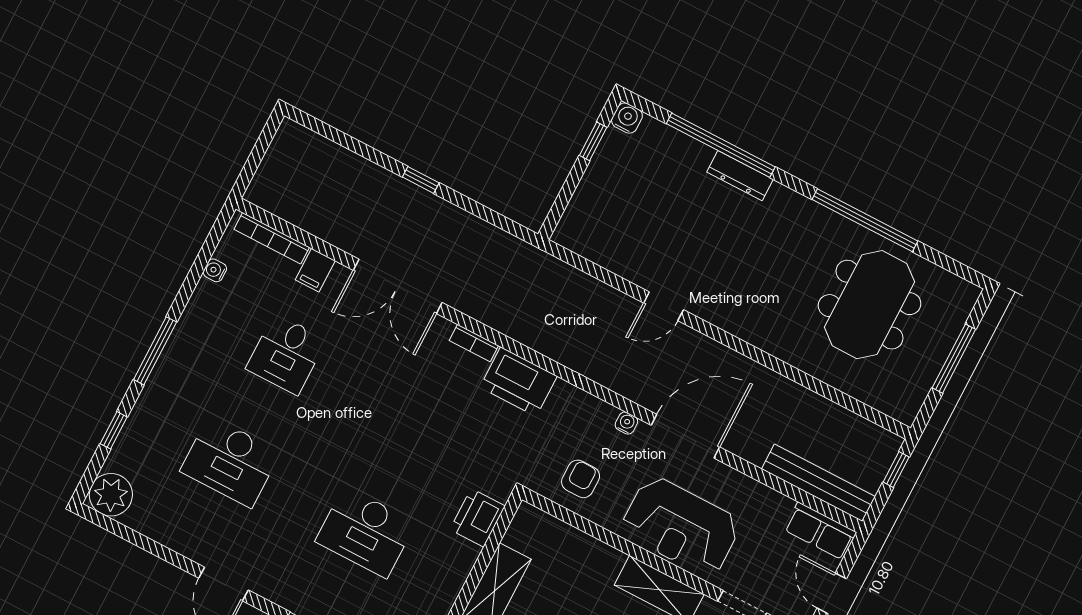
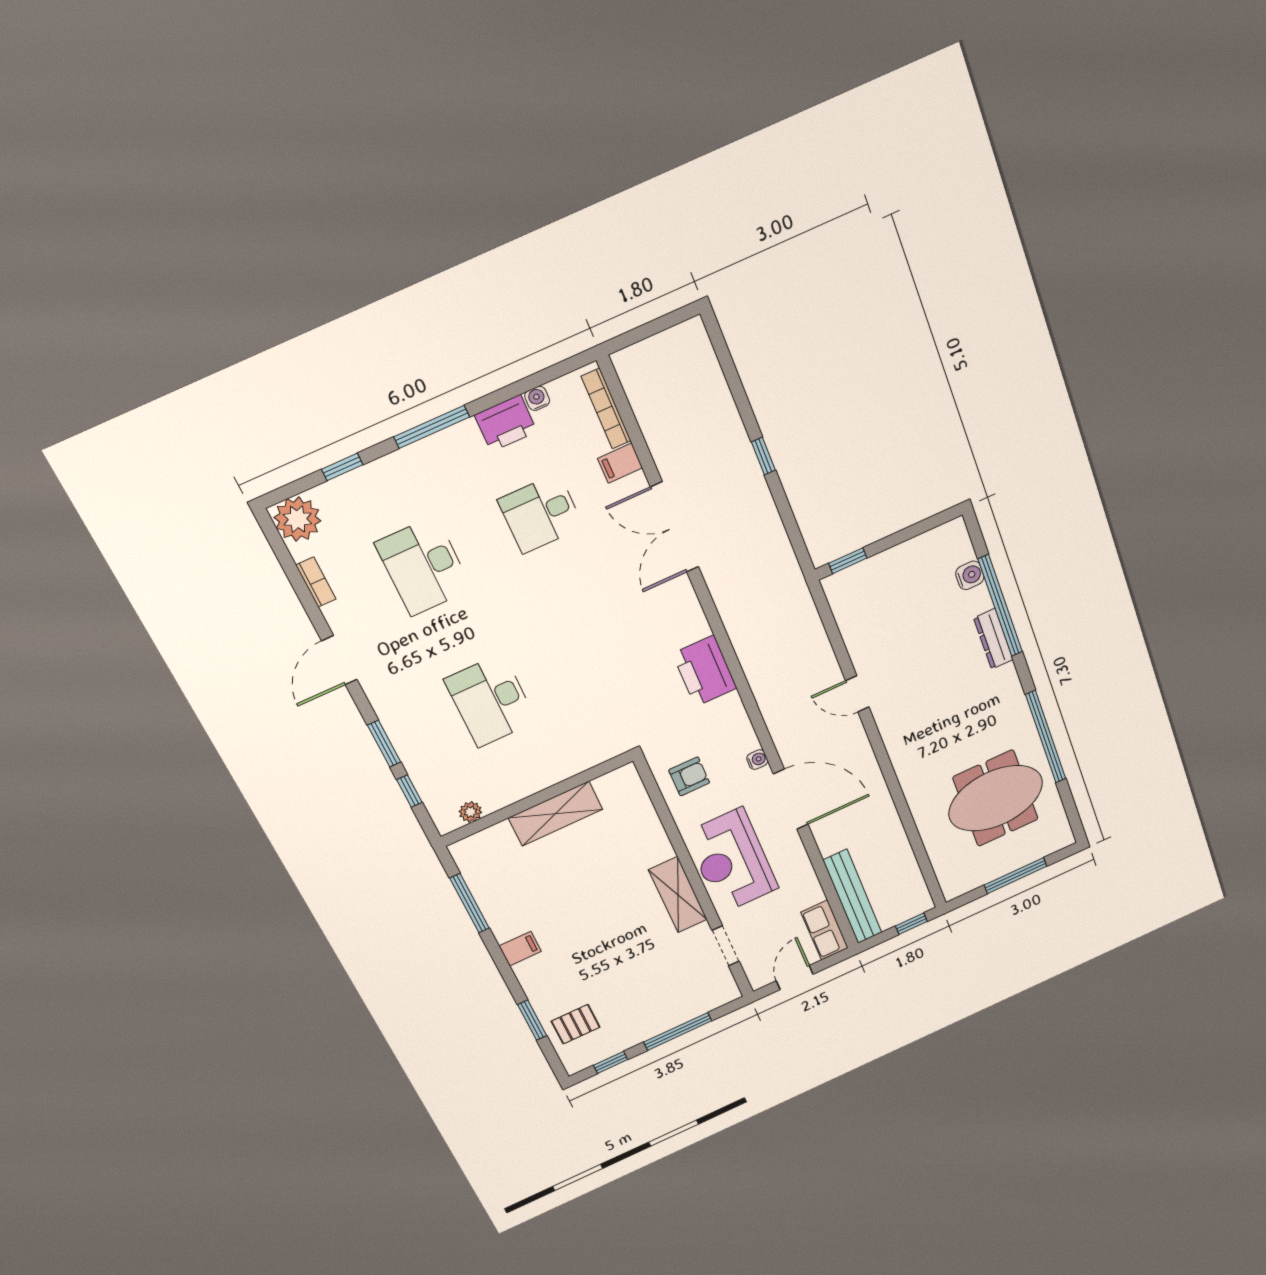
water cooler: (627, 118) -> (970, 575), moved
window: (593, 141) -> (848, 561), moved
bookcase: (474, 343) -> (316, 582), moved, turned 180
printer: (477, 518) -> (506, 423), moved, turned 180

